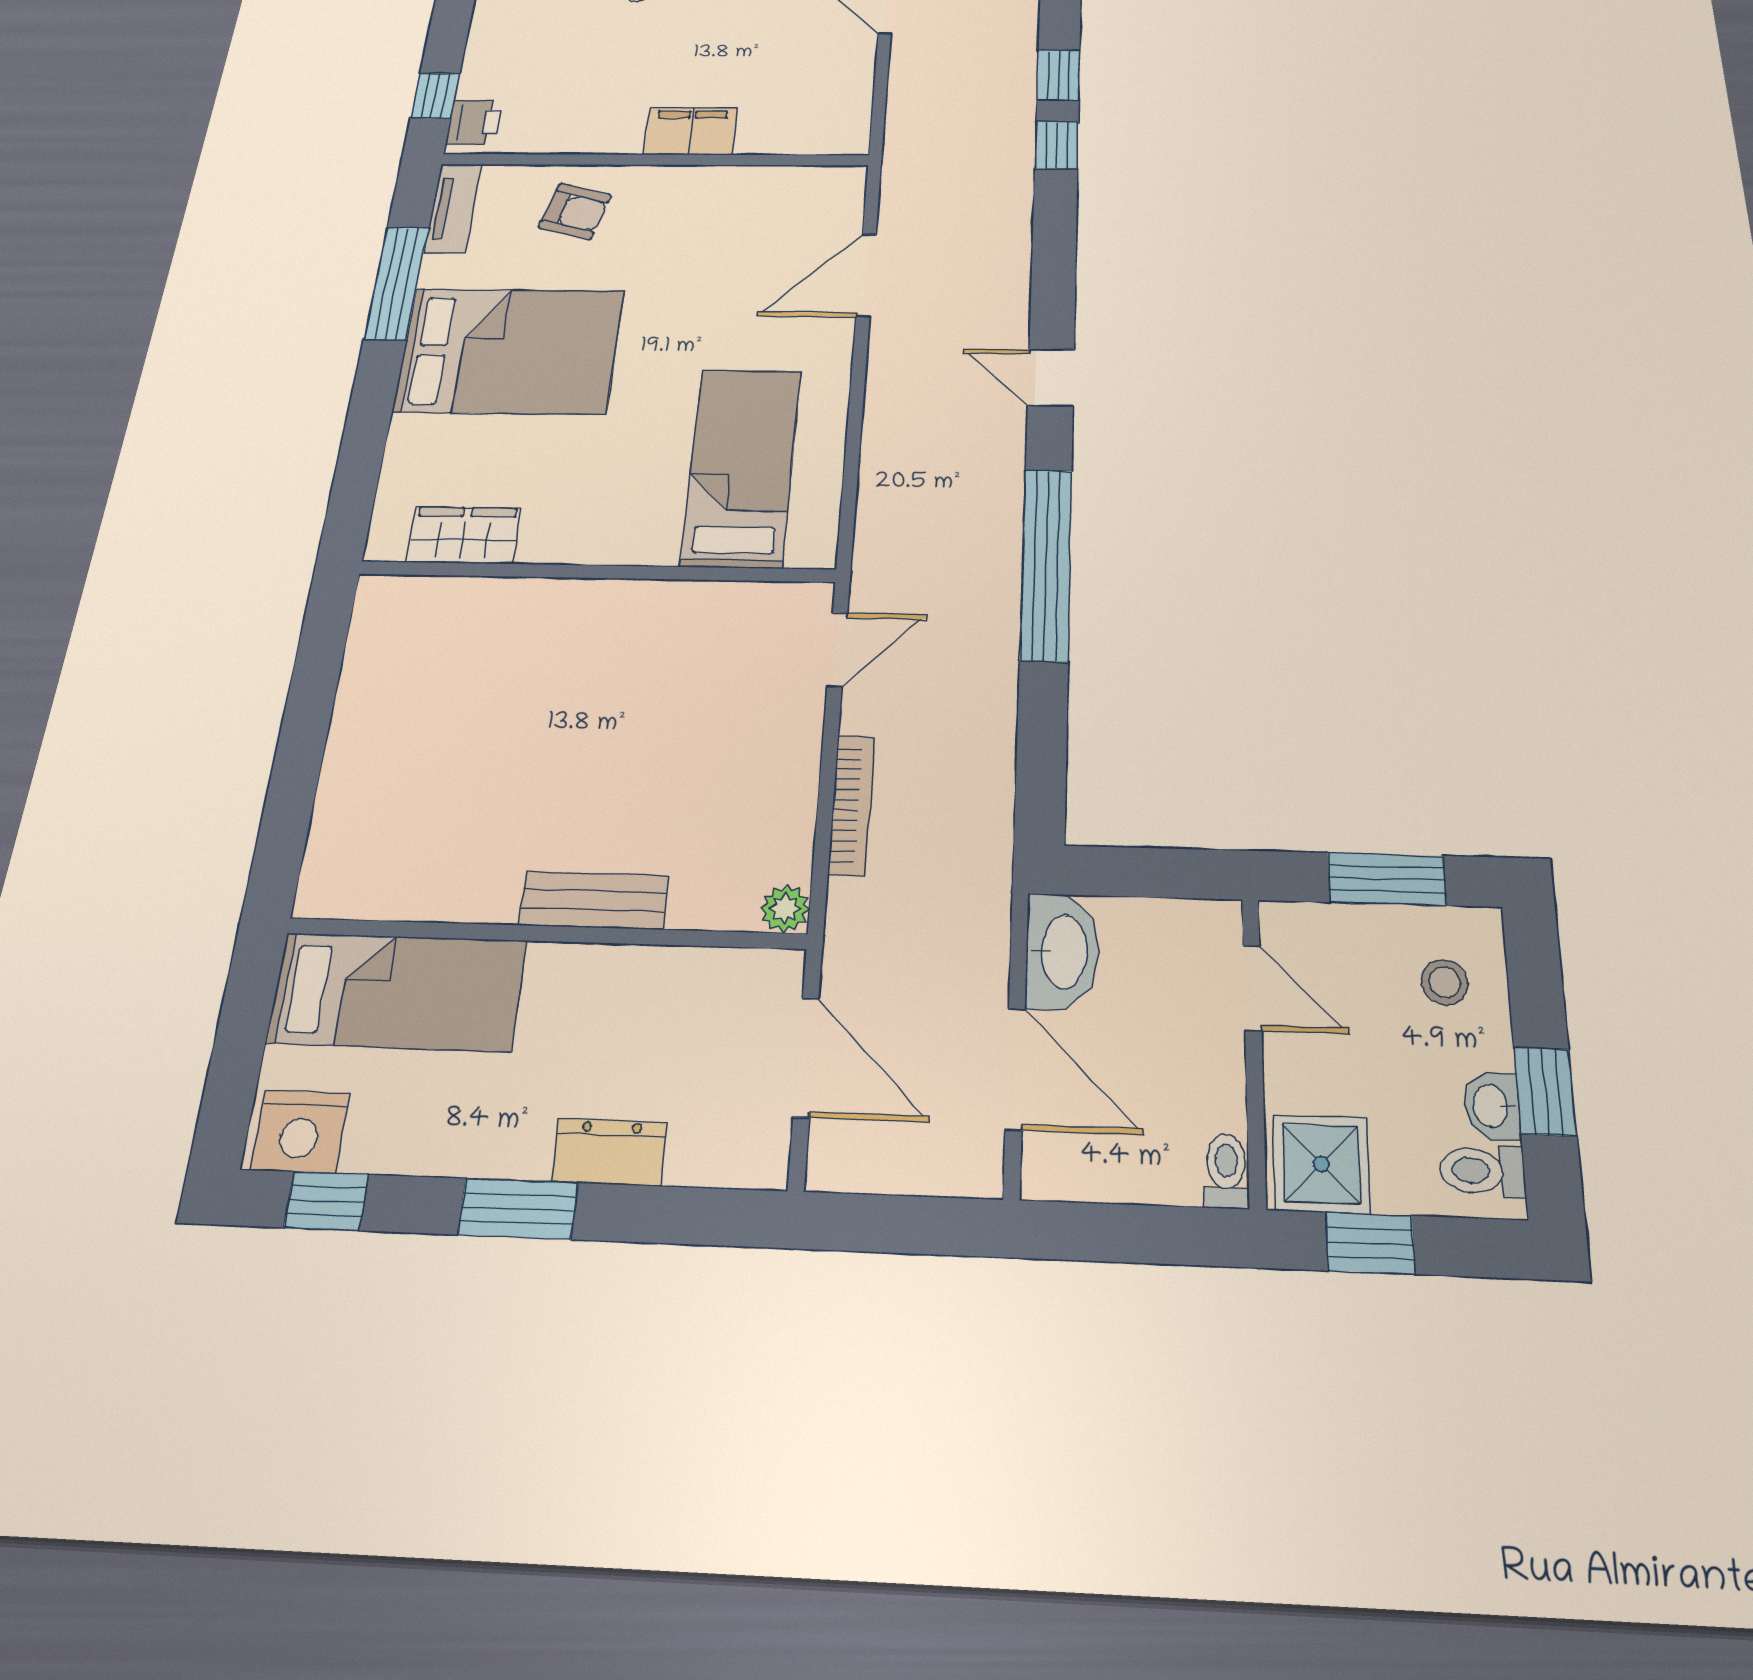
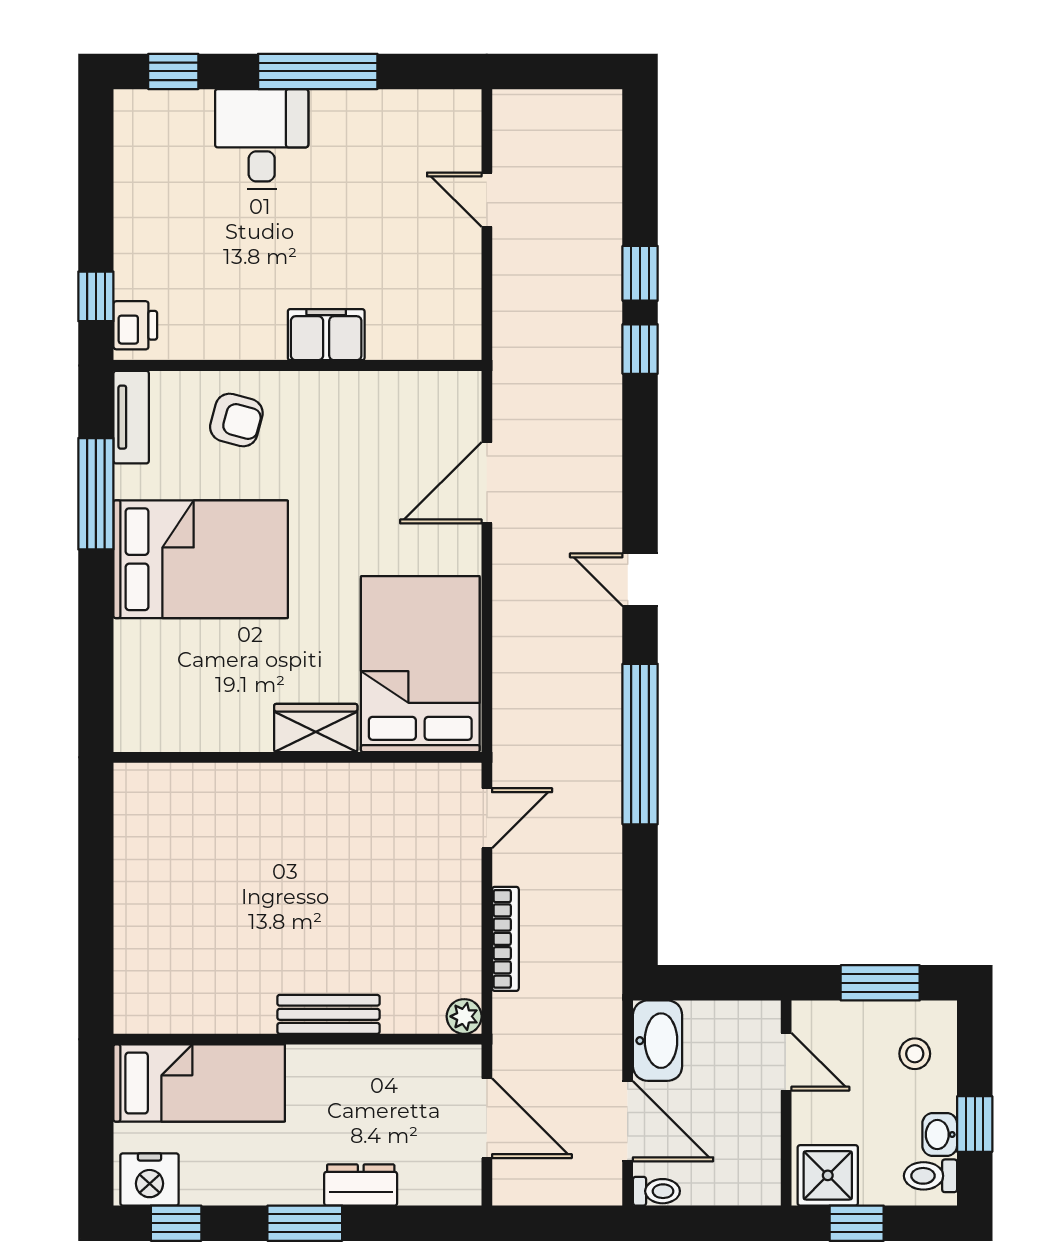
bed: (741, 467) -> (420, 664), width x1.50
wardrobe: (464, 535) -> (316, 728), moved
toilet: (1226, 1171) -> (656, 1191), moved, turned 90

